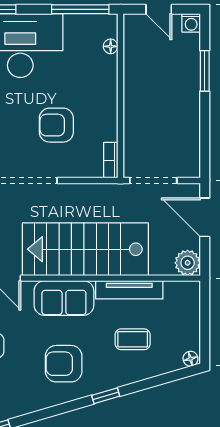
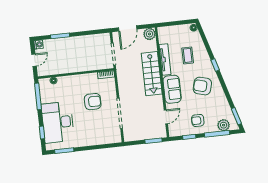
armchair: (56, 125) -> (93, 102), turned -90
stairs: (85, 249) -> (152, 74), width x0.73, depth x0.66
armchair: (64, 364) -> (202, 86), turned 105

